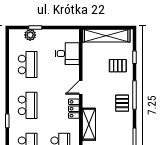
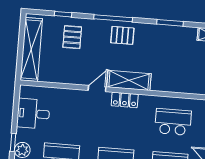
desk: (67, 54) -> (33, 114), moved, turned -90
door: (81, 87) -> (97, 89), swing flipped
shelving: (89, 124) -> (129, 80), moved

